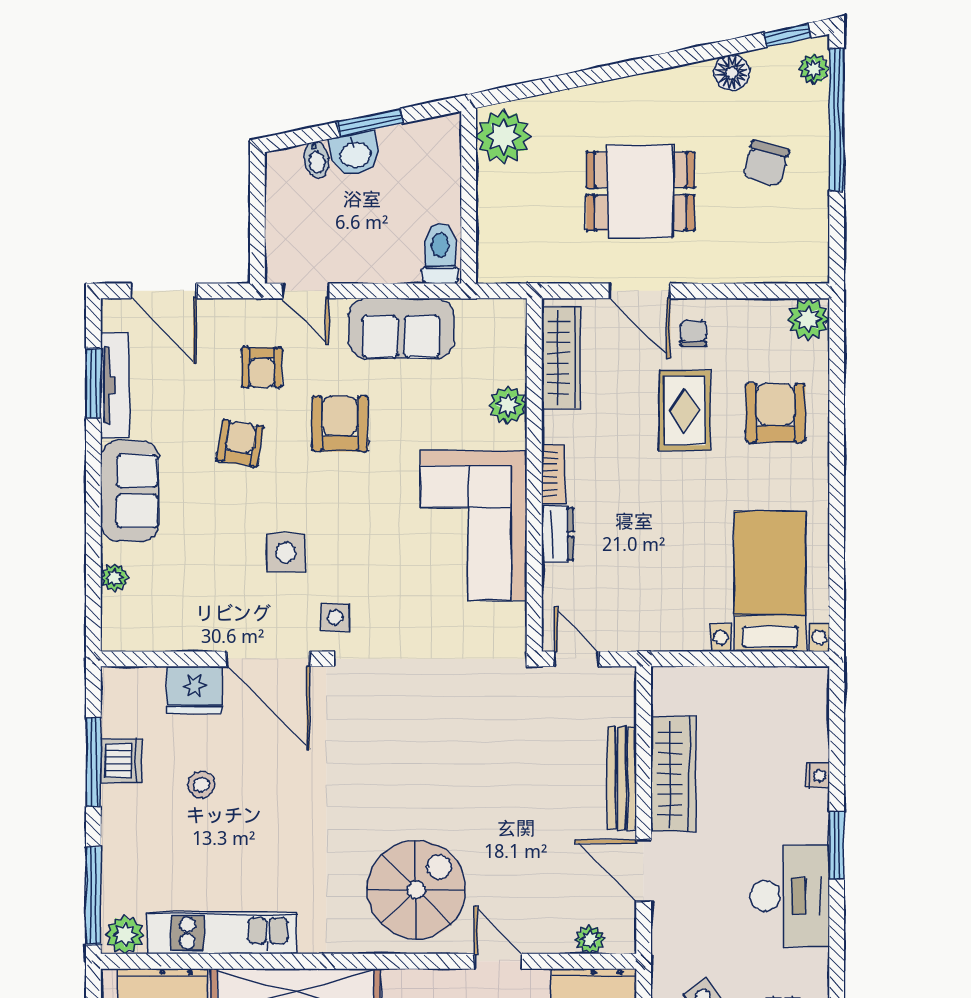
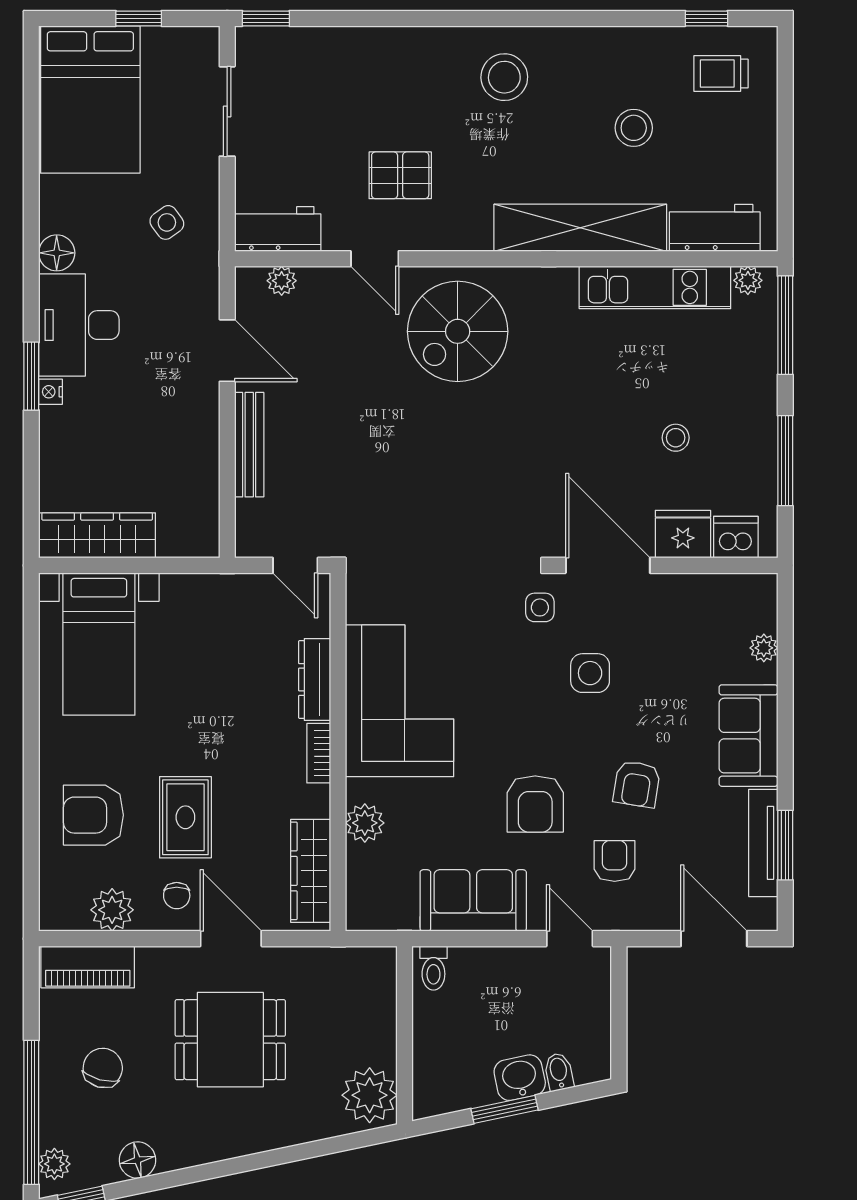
toilet: (440, 253) -> (433, 968), width x0.73, depth x0.72
piano: (781, 263) -> (88, 967), added
plant: (808, 319) -> (112, 910), moved
armchair: (775, 413) -> (93, 815), turned 90
dresser: (557, 534) -> (315, 680), width x1.44
dishwasher: (121, 760) -> (736, 537), moved, turned 90
wardrobe: (673, 774) -> (97, 535), moved, turned 90
nightstand: (818, 776) -> (51, 392), moved
plant: (125, 935) -> (748, 280), width x0.73, depth x0.73
floor lamp: (812, 967) -> (57, 253), added

